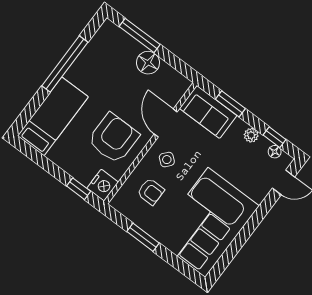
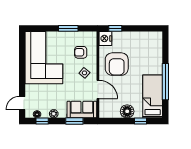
window: (140, 36) -> (141, 121), width x0.46
bed: (53, 116) -> (153, 96), moved, turned 180

